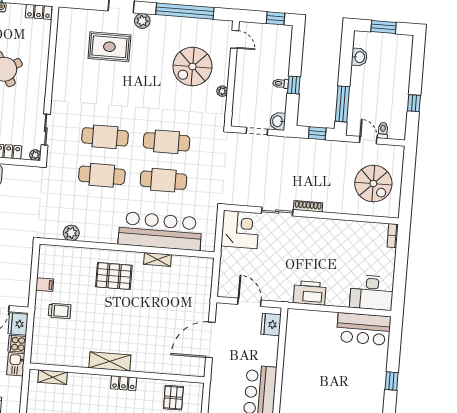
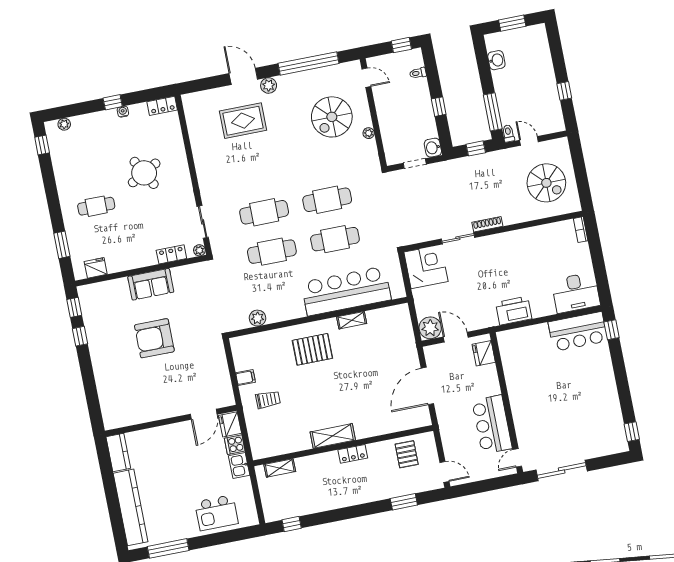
toilet: (281, 83) -> (418, 73), moved
toilet: (383, 130) -> (508, 133), moved
plant: (228, 287) -> (430, 328), added
window: (392, 381) -> (612, 330), moved

